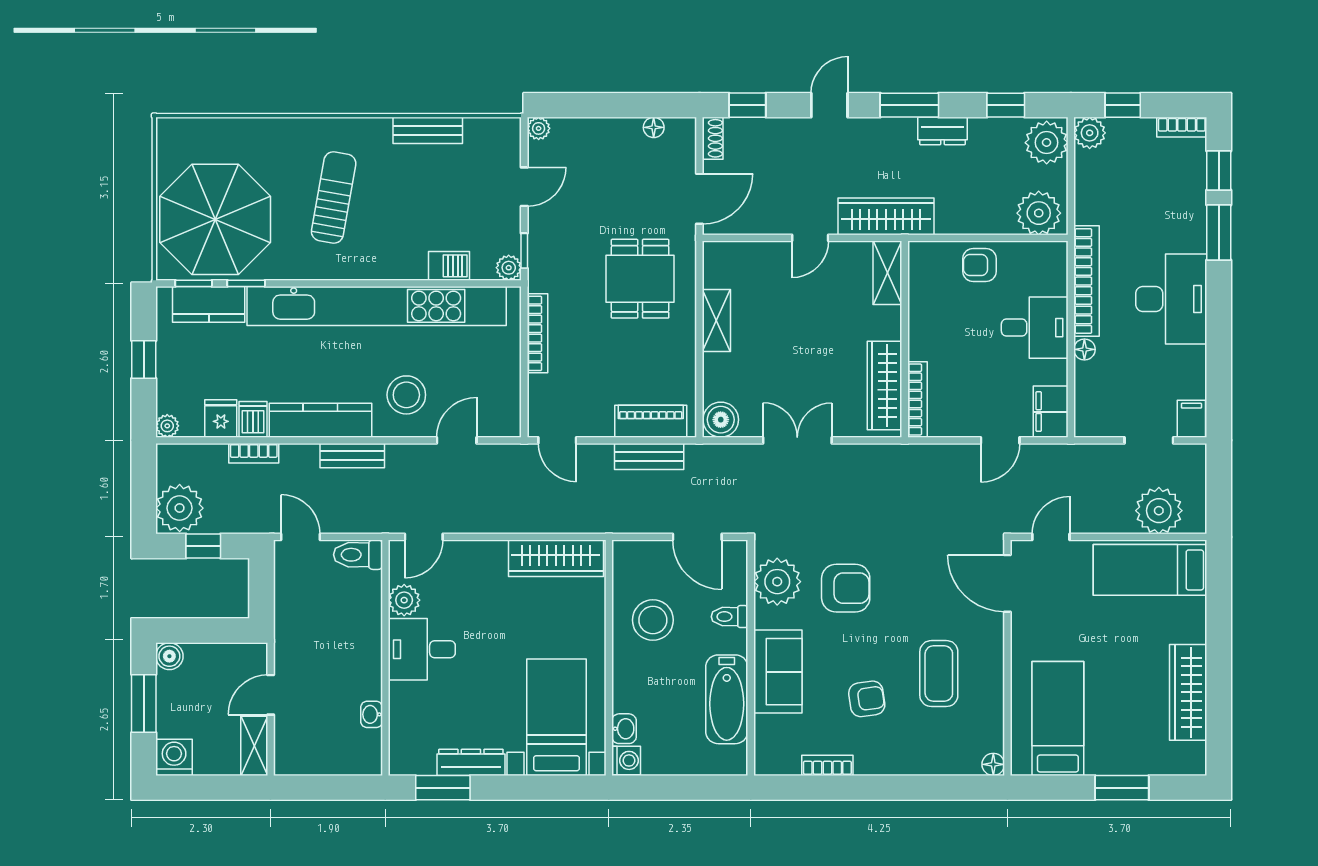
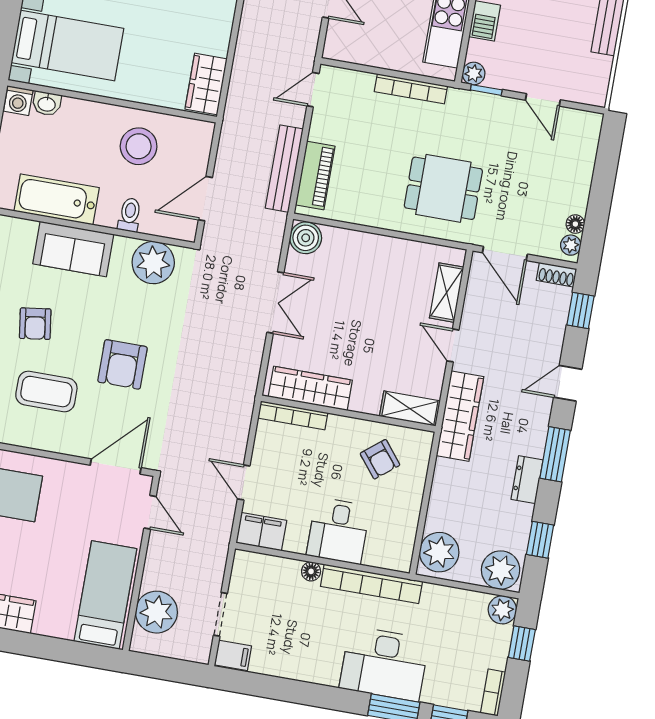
door: (829, 105) -> (568, 383), swing flipped
plant: (539, 128) -> (571, 245), moved
armchair: (980, 265) -> (380, 459), moved, turned 141
desk: (1171, 299) -> (384, 664), moved
shelving: (716, 320) -> (447, 293), moved, turned 90
bench: (649, 456) -> (284, 169), width x1.36
wardrobe: (556, 558) -> (206, 84), width x0.67
armchair: (846, 588) -> (123, 364), moved

